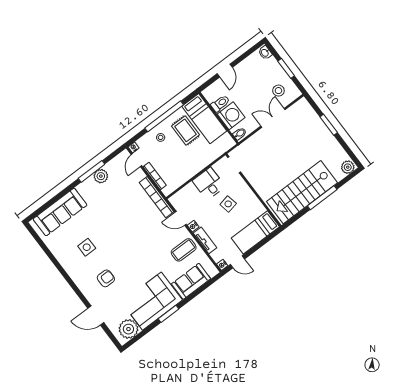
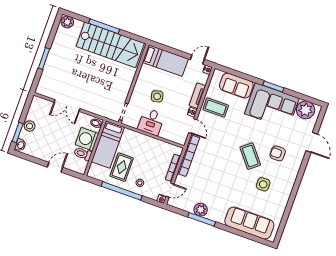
window: (286, 68) -> (18, 132), moved
stool: (278, 91) -> (30, 126), moved
bed: (204, 119) -> (108, 145), moved, turned 180
coffee table: (120, 252) -> (250, 156), added
door: (237, 262) -> (197, 59), hinge flipped

